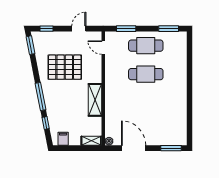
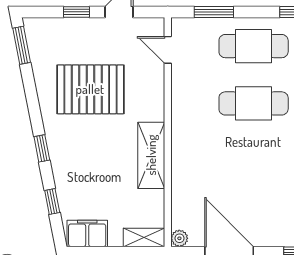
window: (47, 29) -> (76, 12), moved
window: (40, 97) -> (42, 148), width x0.46
filing cabinet: (63, 139) -> (87, 233), width x2.00

